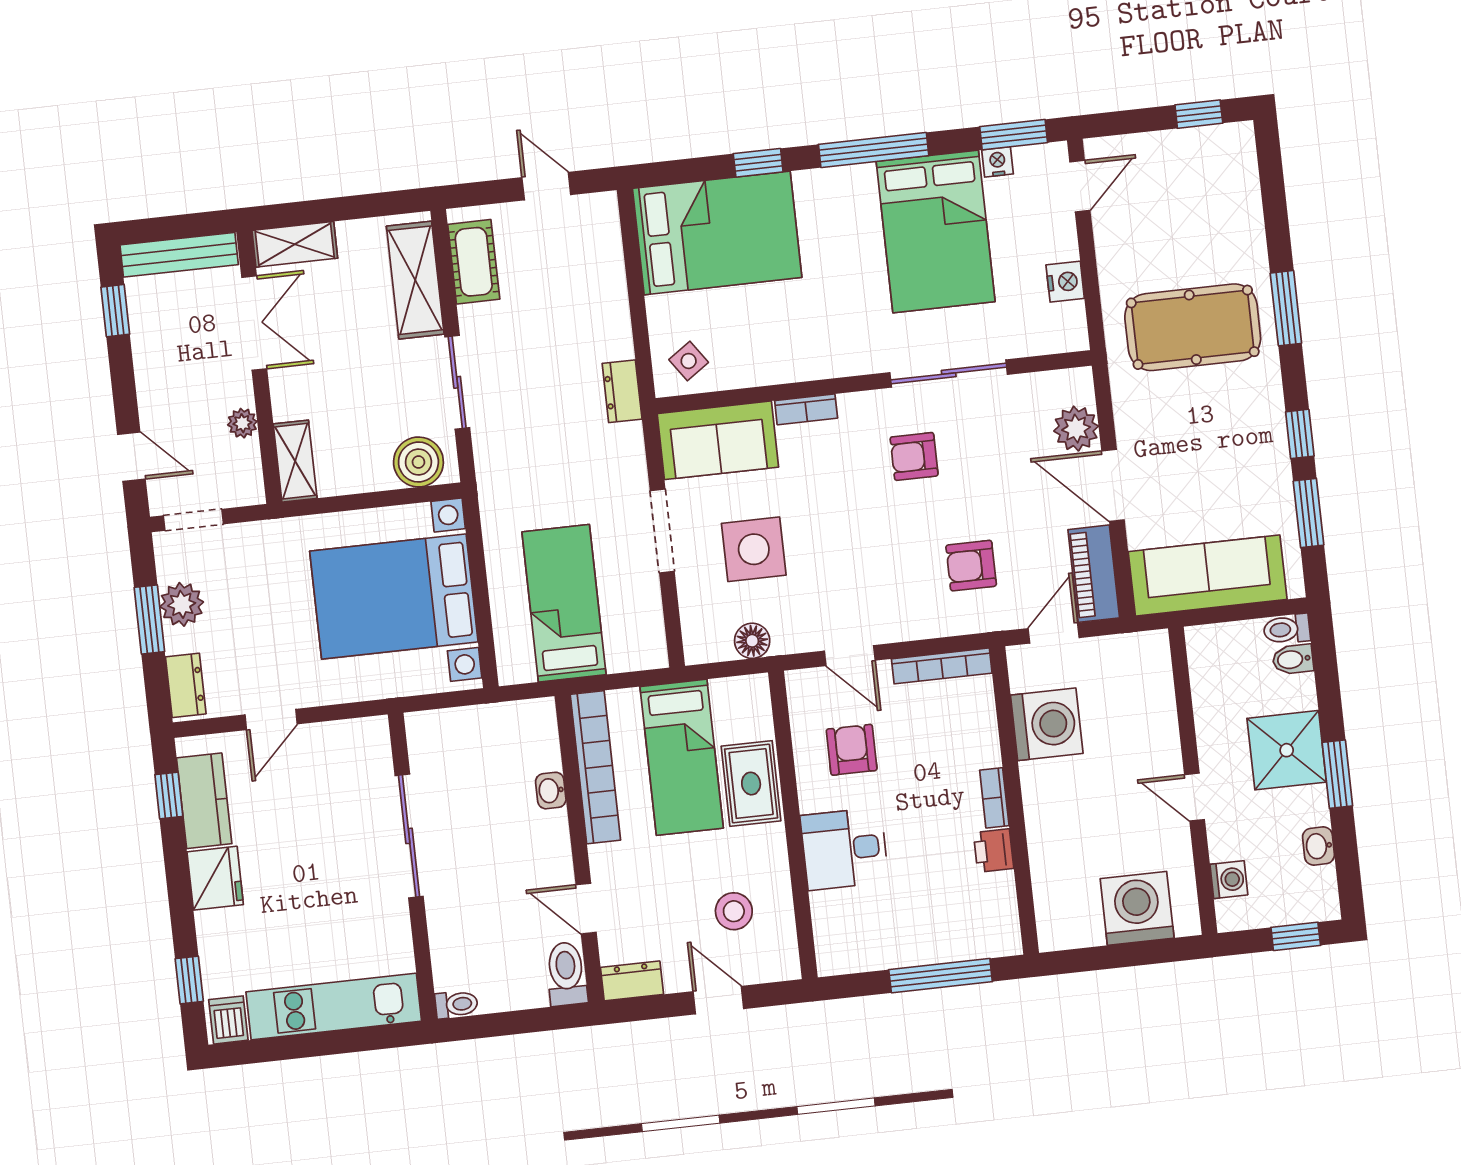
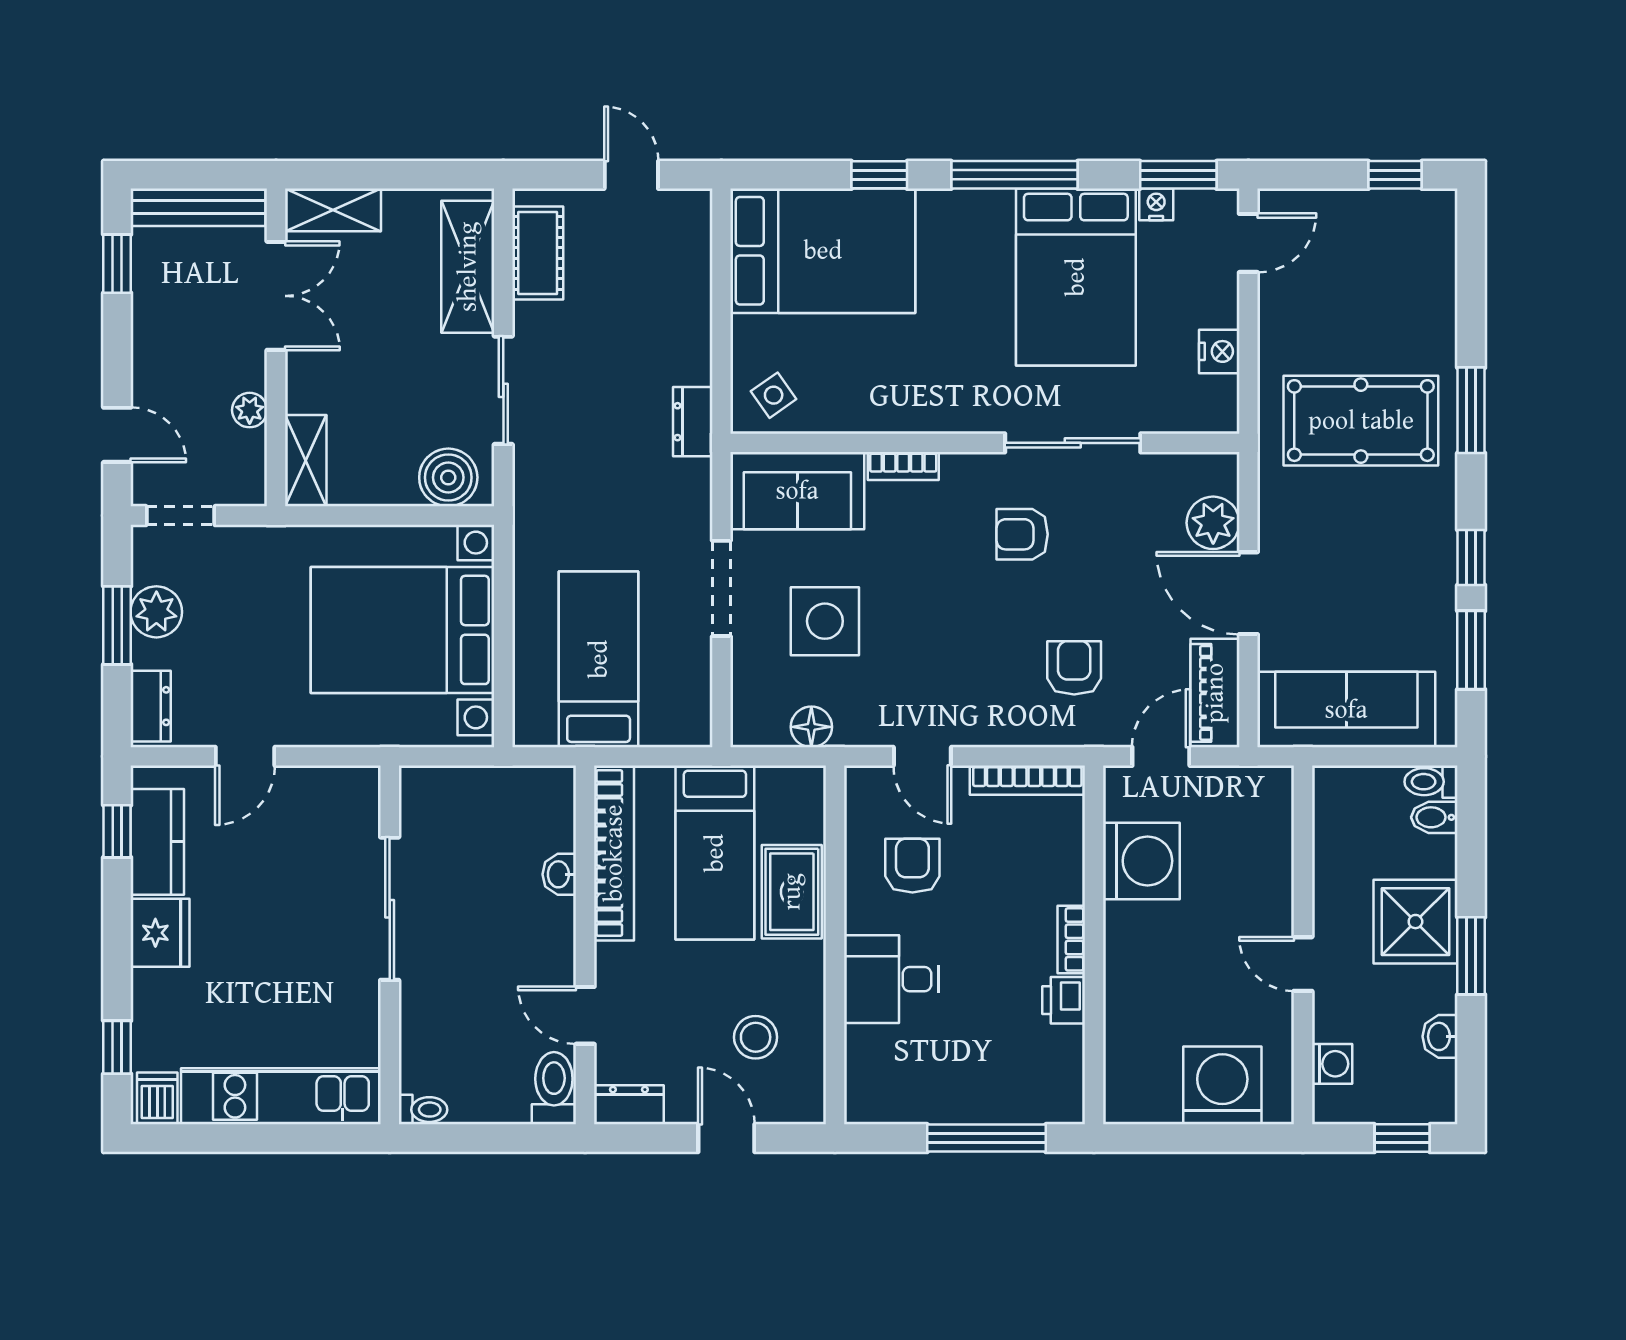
armchair: (971, 566) -> (1074, 668), turned 90

